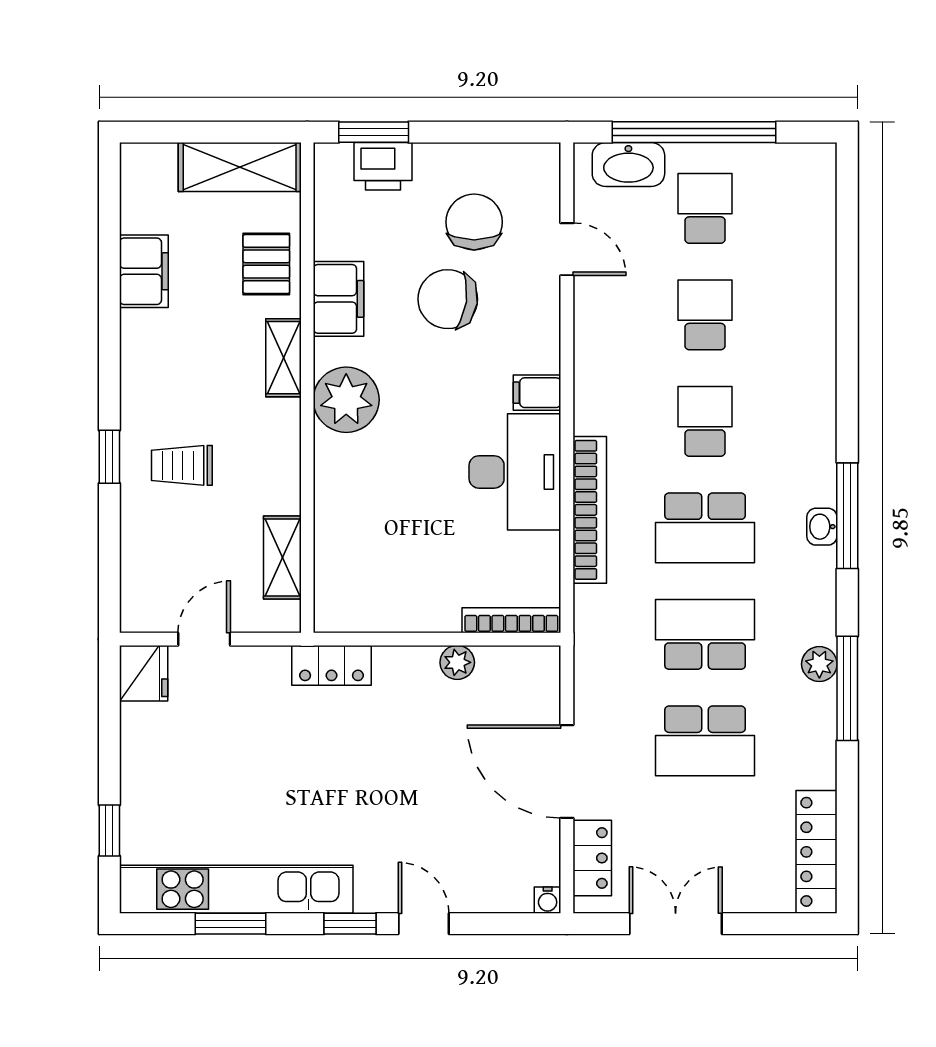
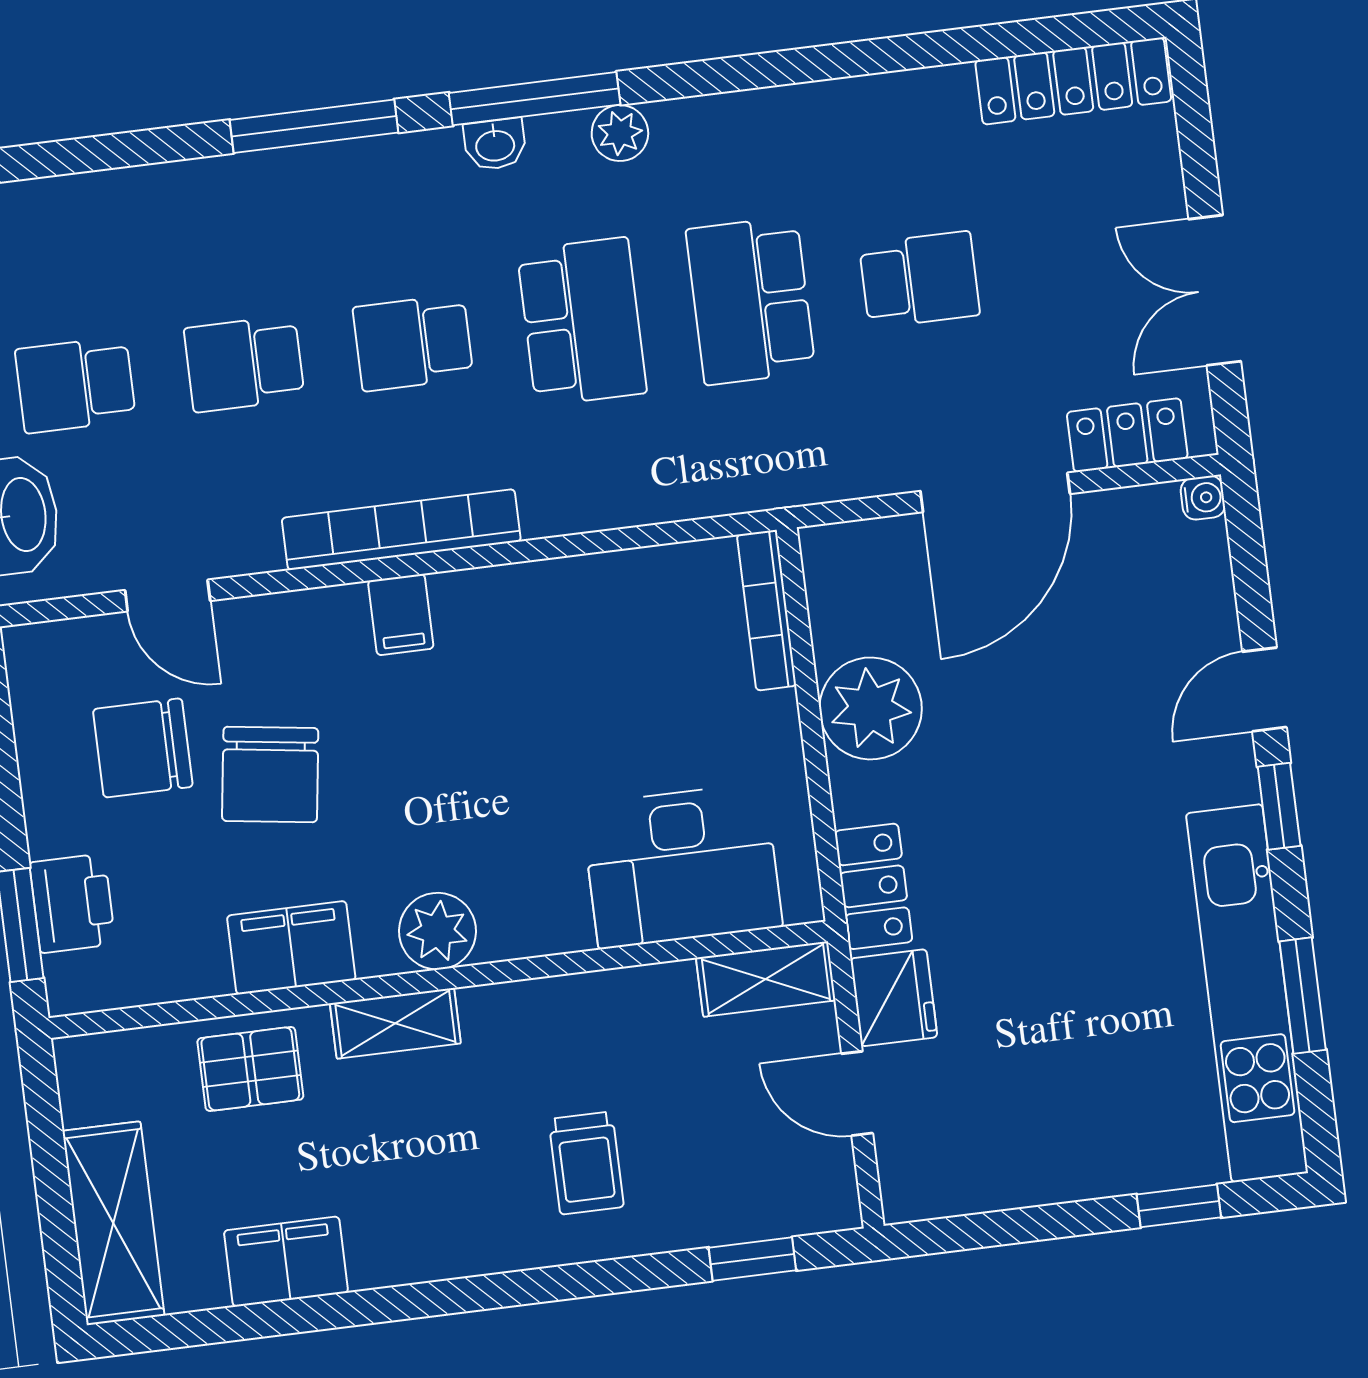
shelving: (240, 167) -> (113, 1223), moved
door: (567, 249) -> (168, 596), swing flipped
plant: (346, 400) -> (438, 931), width x0.73, depth x0.73
window: (109, 457) -> (752, 1259), moved
desk: (515, 472) -> (682, 866), moved, turned 180
bookcase: (590, 510) -> (401, 530), moved
washbasin: (822, 527) -> (495, 144), moved
shelving: (282, 557) -> (766, 979), moved
plant: (457, 662) -> (871, 708), width x1.88, depth x1.88
plant: (819, 664) -> (620, 133), moved
fridge: (144, 673) -> (894, 998), moved, turned 90
window: (847, 688) -> (314, 126), moved
school desk: (705, 741) -> (919, 280), width x0.54

